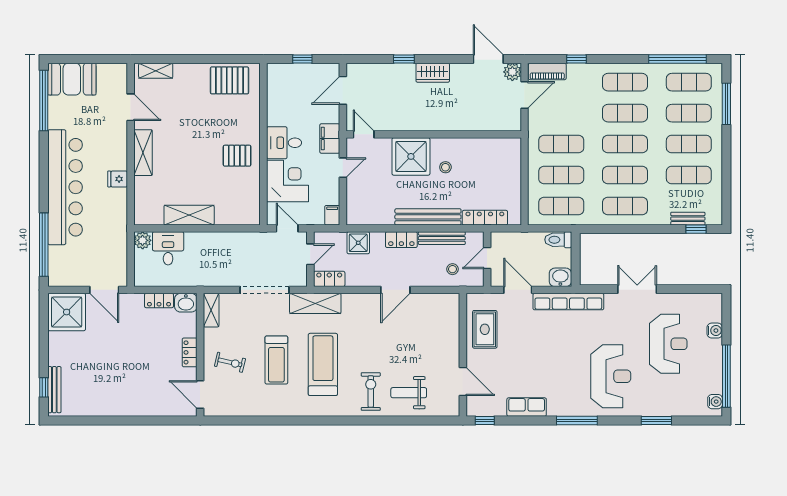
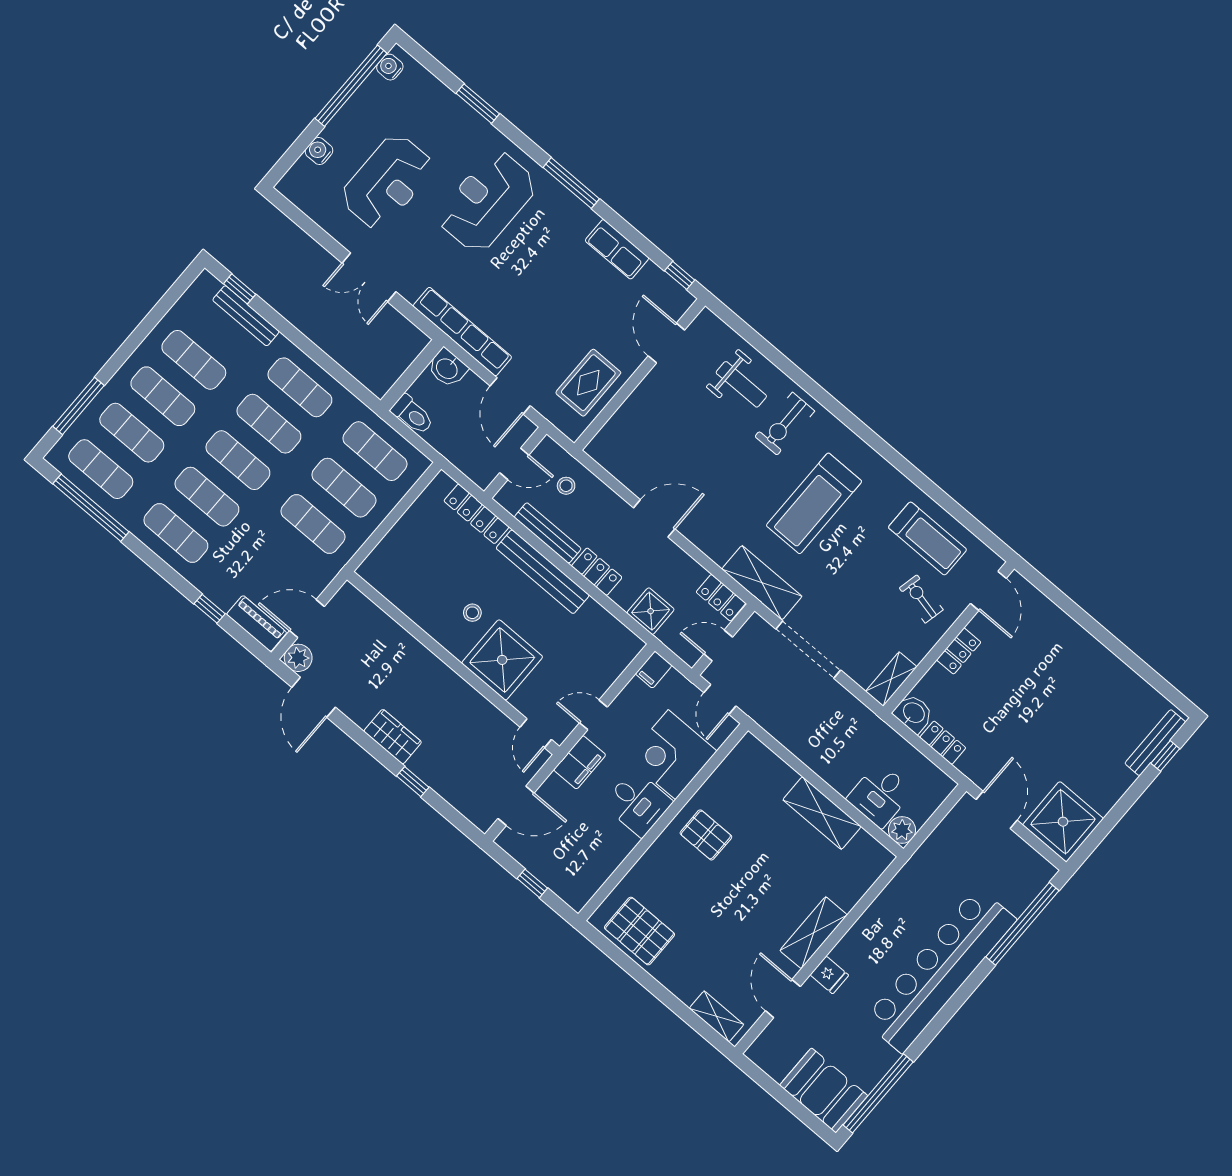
fridge: (118, 179) -> (829, 975), moved
bench: (688, 219) -> (246, 316), width x1.36
reception desk: (668, 344) -> (387, 182), turned 180
treadmill: (276, 360) -> (928, 539), moved, turned 90

